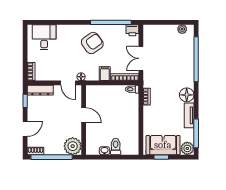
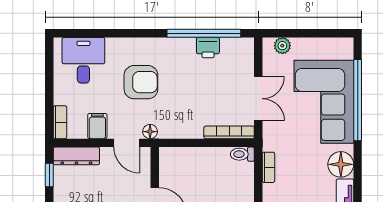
plant: (182, 29) -> (282, 46), moved
printer: (132, 30) -> (208, 48), moved
armchair: (92, 43) -> (141, 82), moved, turned 36
double door: (141, 58) -> (258, 99), swing flipped
corner sofa: (177, 60) -> (324, 102), added
filing cabinet: (105, 74) -> (97, 126), moved

